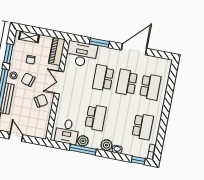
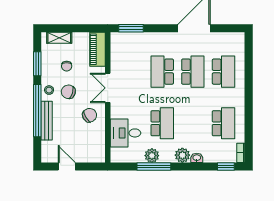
window: (99, 43) -> (131, 28), moved
desk: (81, 54) -> (129, 47), removed
school desk: (127, 82) -> (193, 72), turned 180
desk: (67, 131) -> (125, 133), moved, turned 90

